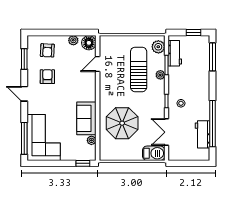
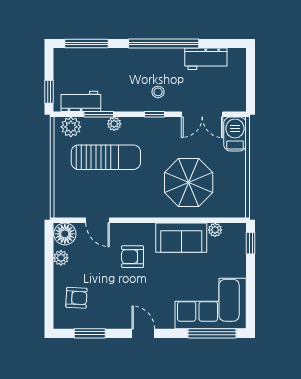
window: (194, 33) -> (49, 92), moved
sun lounger: (139, 69) -> (106, 157), turned 180
armchair: (47, 77) -> (133, 257), moved
door: (24, 94) -> (143, 333), swing flipped
window: (212, 124) -> (164, 43), moved

